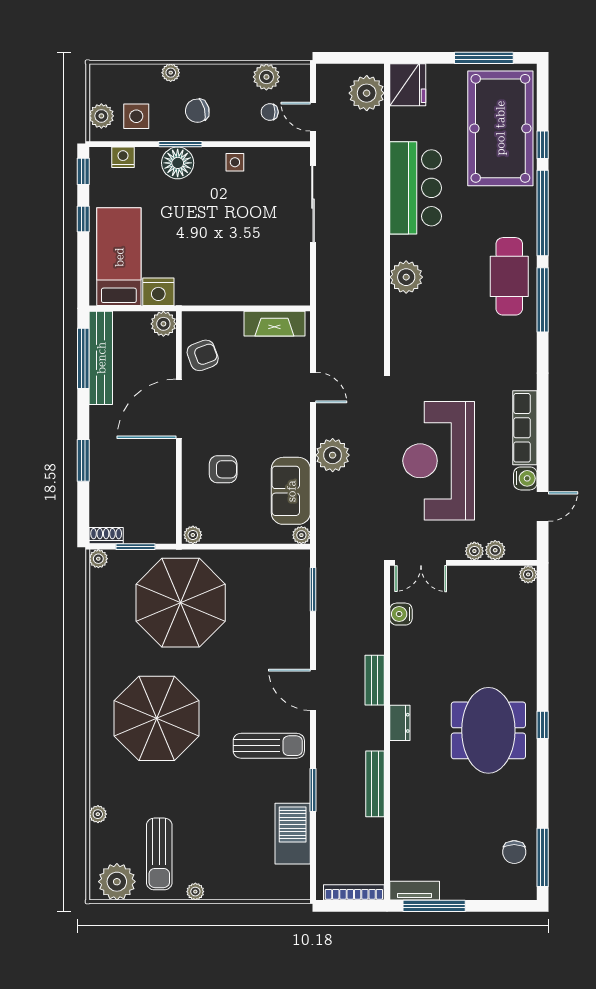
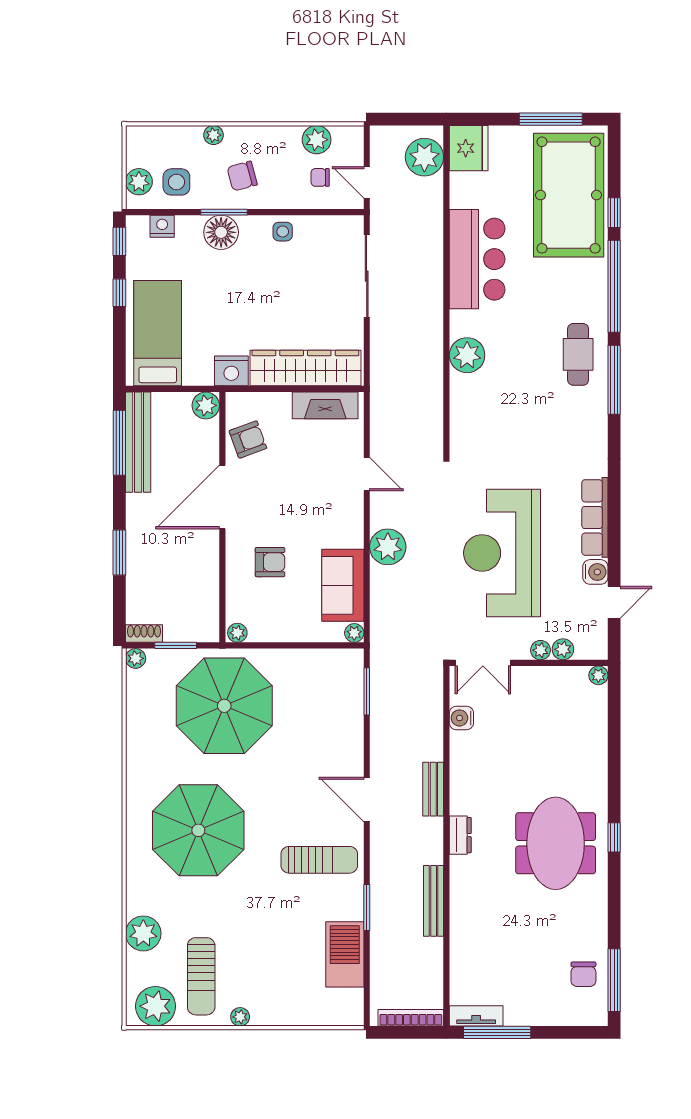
cafe table: (509, 276) -> (578, 354), width x0.73, depth x0.74
wardrobe: (256, 289) -> (305, 368), added
nightstand: (158, 292) -> (231, 371), moved
plant: (98, 814) -> (143, 933), width x1.87, depth x1.87

